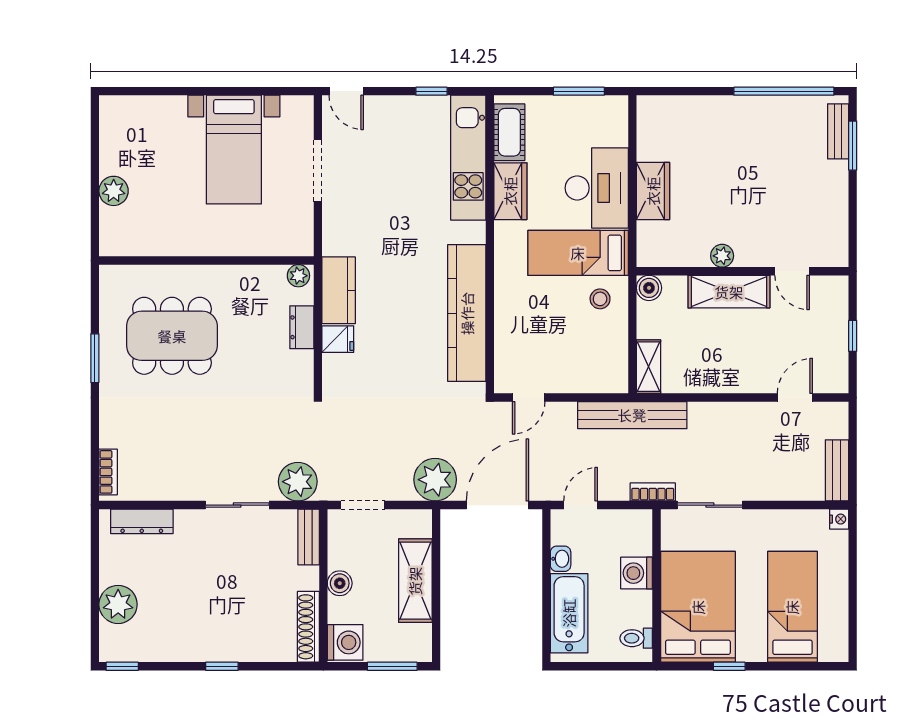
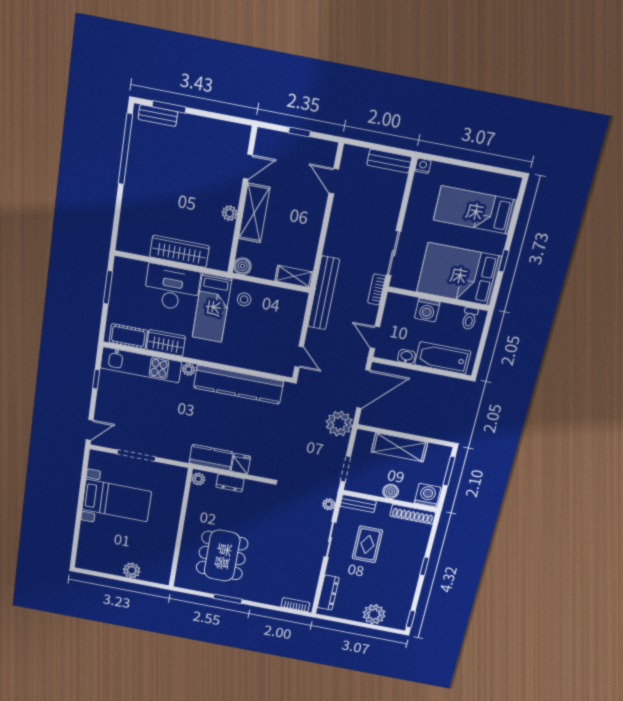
wardrobe: (653, 191) -> (179, 251), width x1.50
plant: (476, 232) -> (189, 369), added
plant: (298, 482) -> (329, 504), width x0.53, depth x0.53
door: (497, 505) -> (363, 389), swing flipped
rug: (241, 566) -> (367, 544), added

